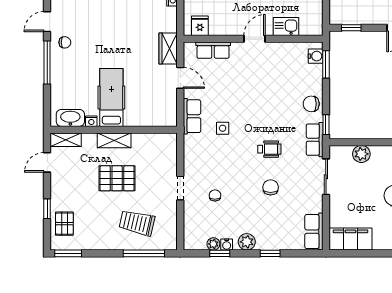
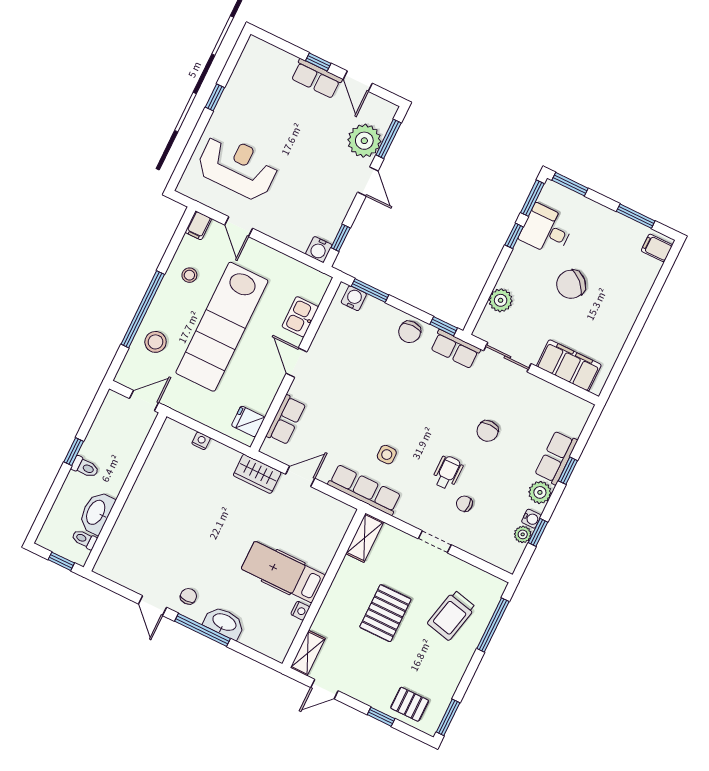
water cooler: (337, 17) -> (319, 249), added
row of seats: (192, 116) -> (364, 490), width x1.48
washbasin: (70, 118) -> (224, 623), moved, turned 90
shelving: (114, 140) -> (365, 538), moved
wheelchair: (269, 149) -> (448, 472), moved
door: (47, 162) -> (324, 689), hinge flipped
chair: (271, 187) -> (488, 431), turned -90
row of seats: (314, 232) -> (556, 458), moved, turned 90
filing cabinet: (351, 239) -> (569, 365), moved, turned 90

